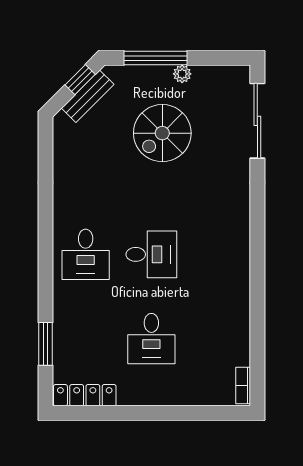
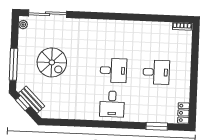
plant: (182, 74) -> (23, 25), moved
desk: (86, 254) -> (112, 104), turned 90
desk: (151, 254) -> (113, 70), turned 90
locker: (85, 395) -> (184, 113), width x0.66

